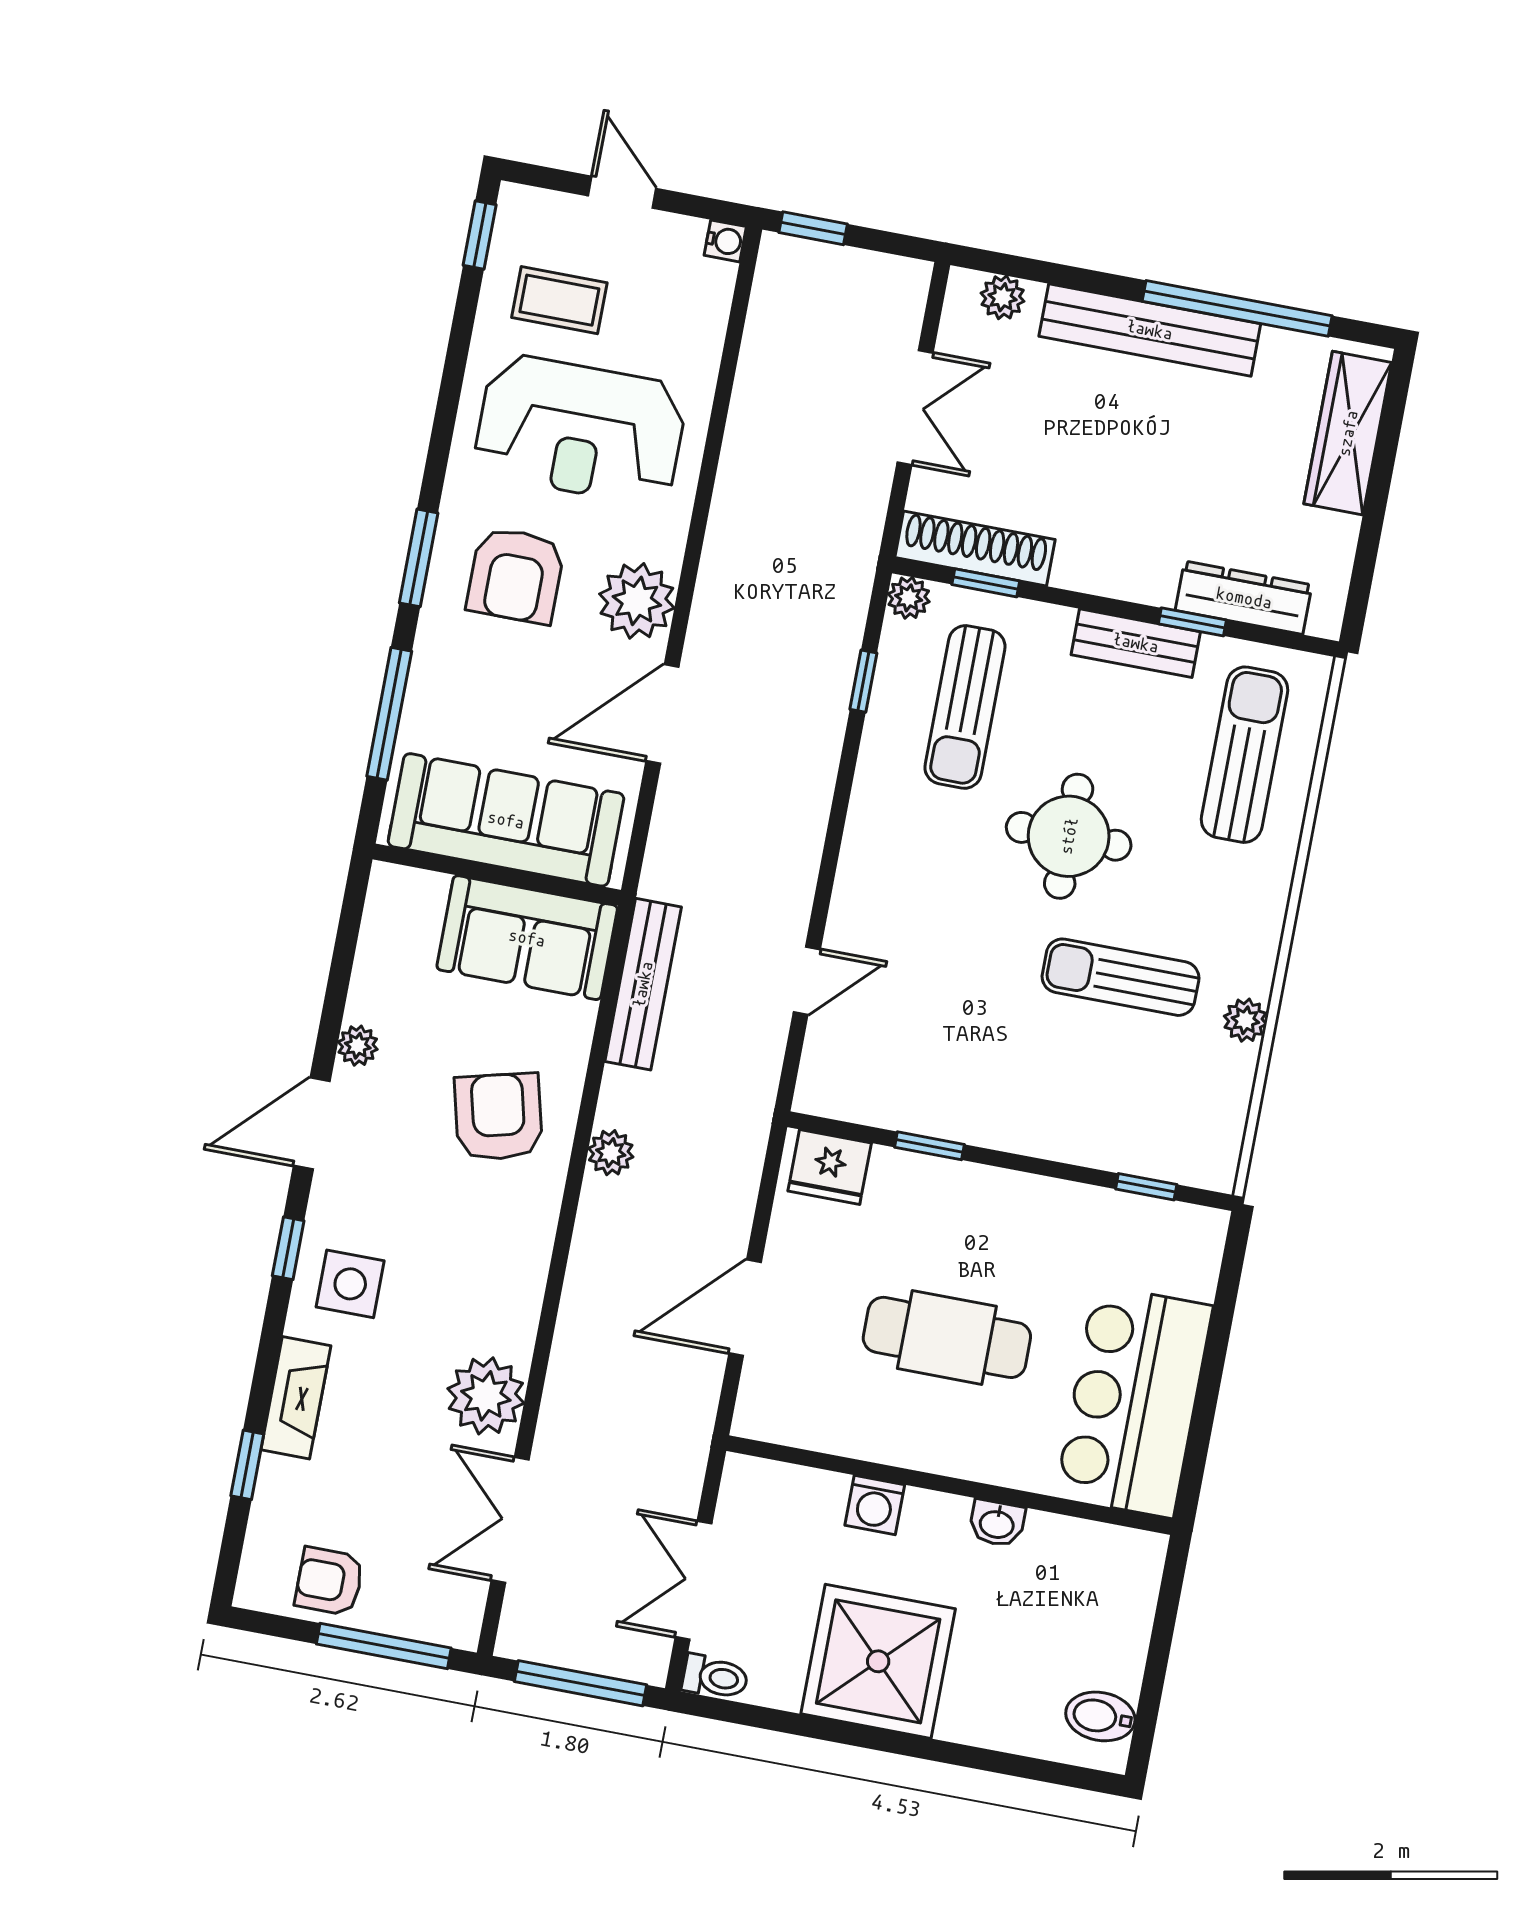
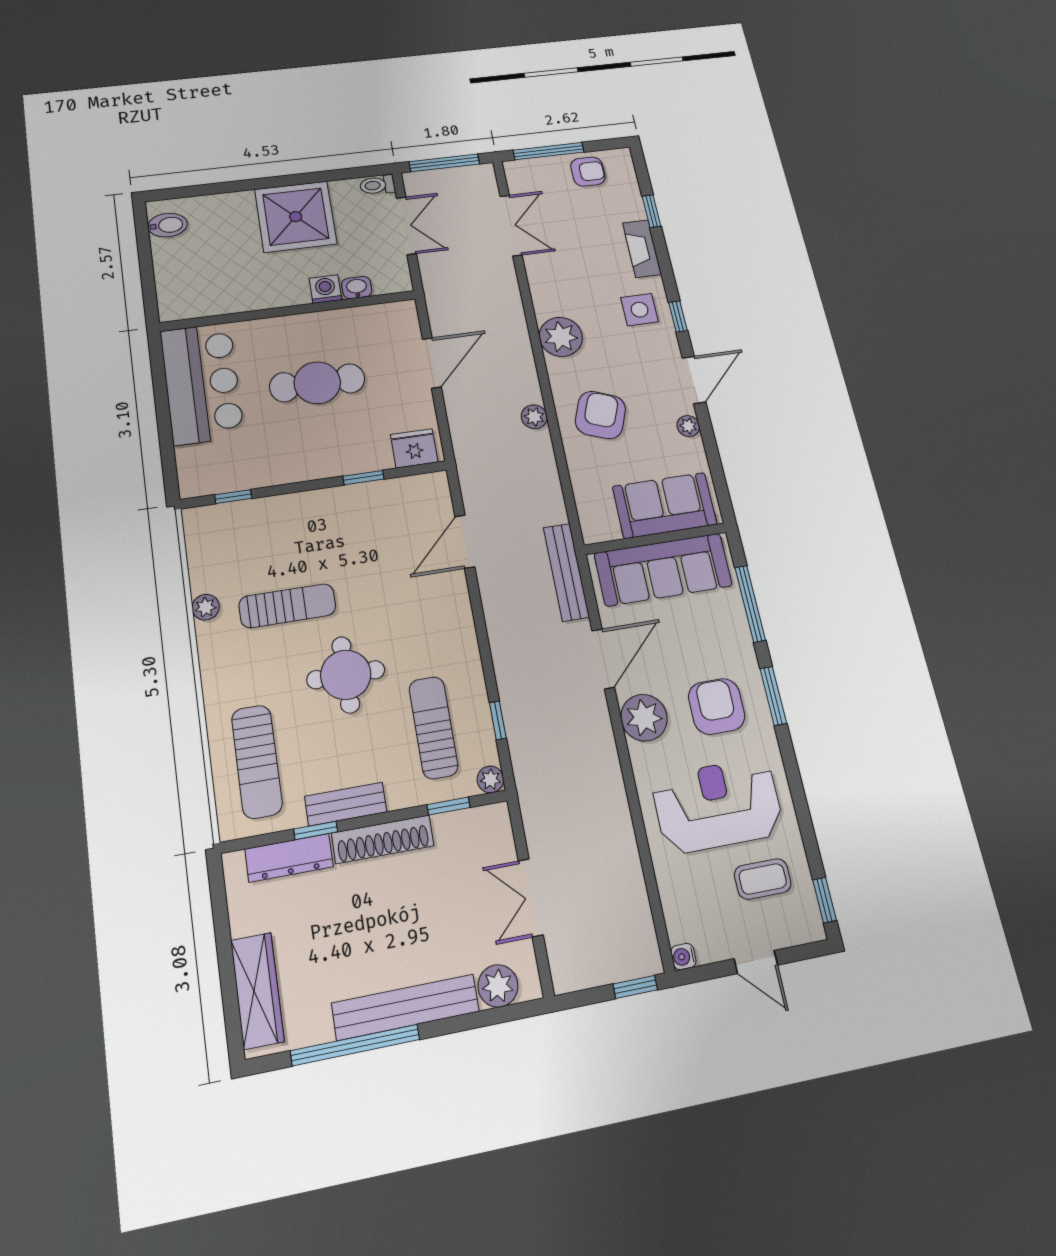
plant: (1003, 297) -> (498, 986), width x1.38, depth x1.38
shoe rack: (975, 548) -> (383, 839), moved
sofa: (527, 938) -> (665, 505), moved
door: (807, 981) -> (465, 542), width x1.38
bench: (643, 984) -> (566, 572), moved
armchair: (498, 1117) -> (600, 415), turned -145
plant: (486, 1396) -> (561, 337), moved
washbasin: (997, 1523) -> (357, 288), moved

